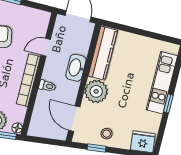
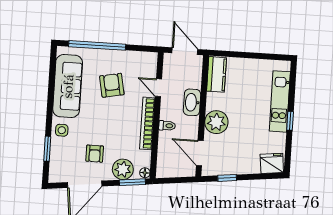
door: (46, 47) -> (158, 88), hinge flipped
kitchen counter: (103, 53) -> (217, 74), width x0.67
stool: (107, 134) -> (234, 162), removed

